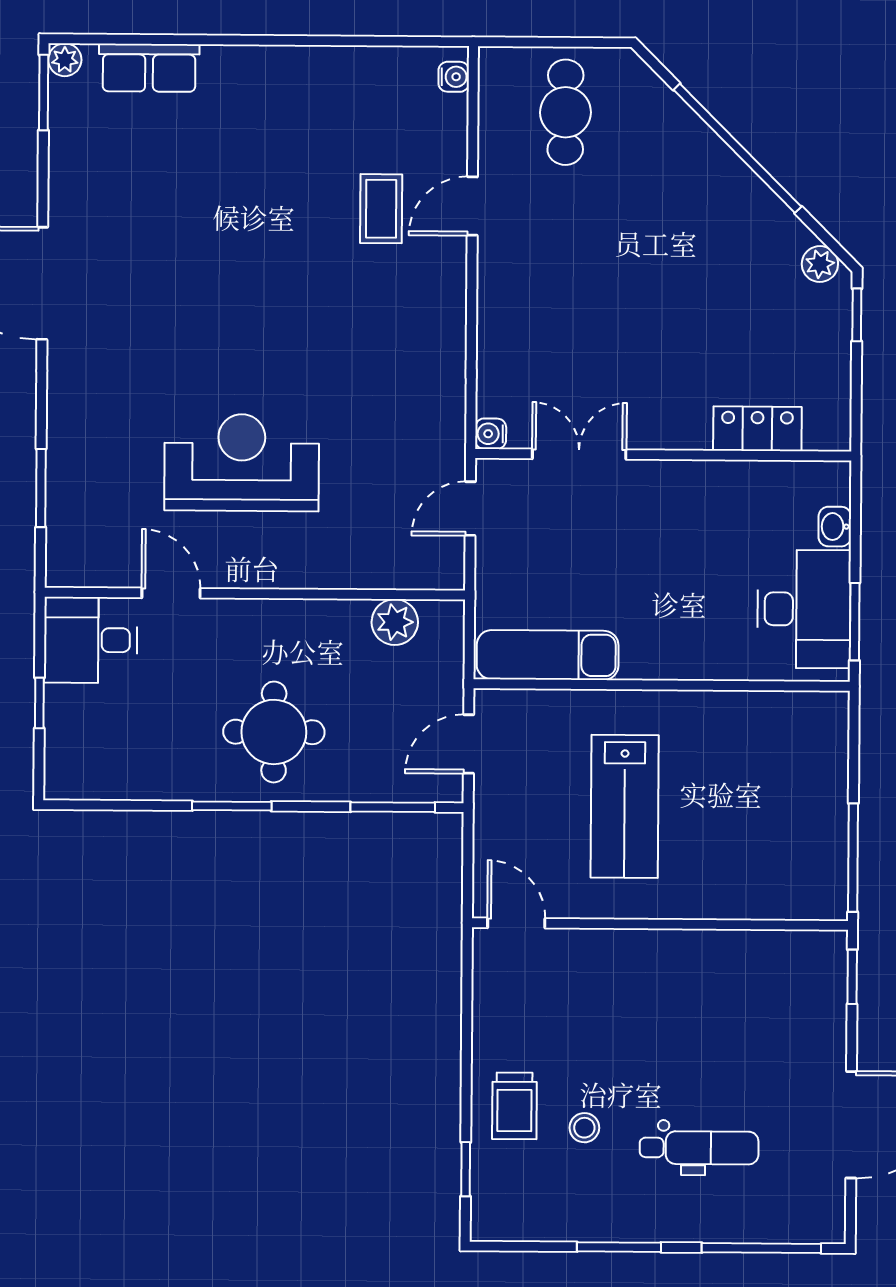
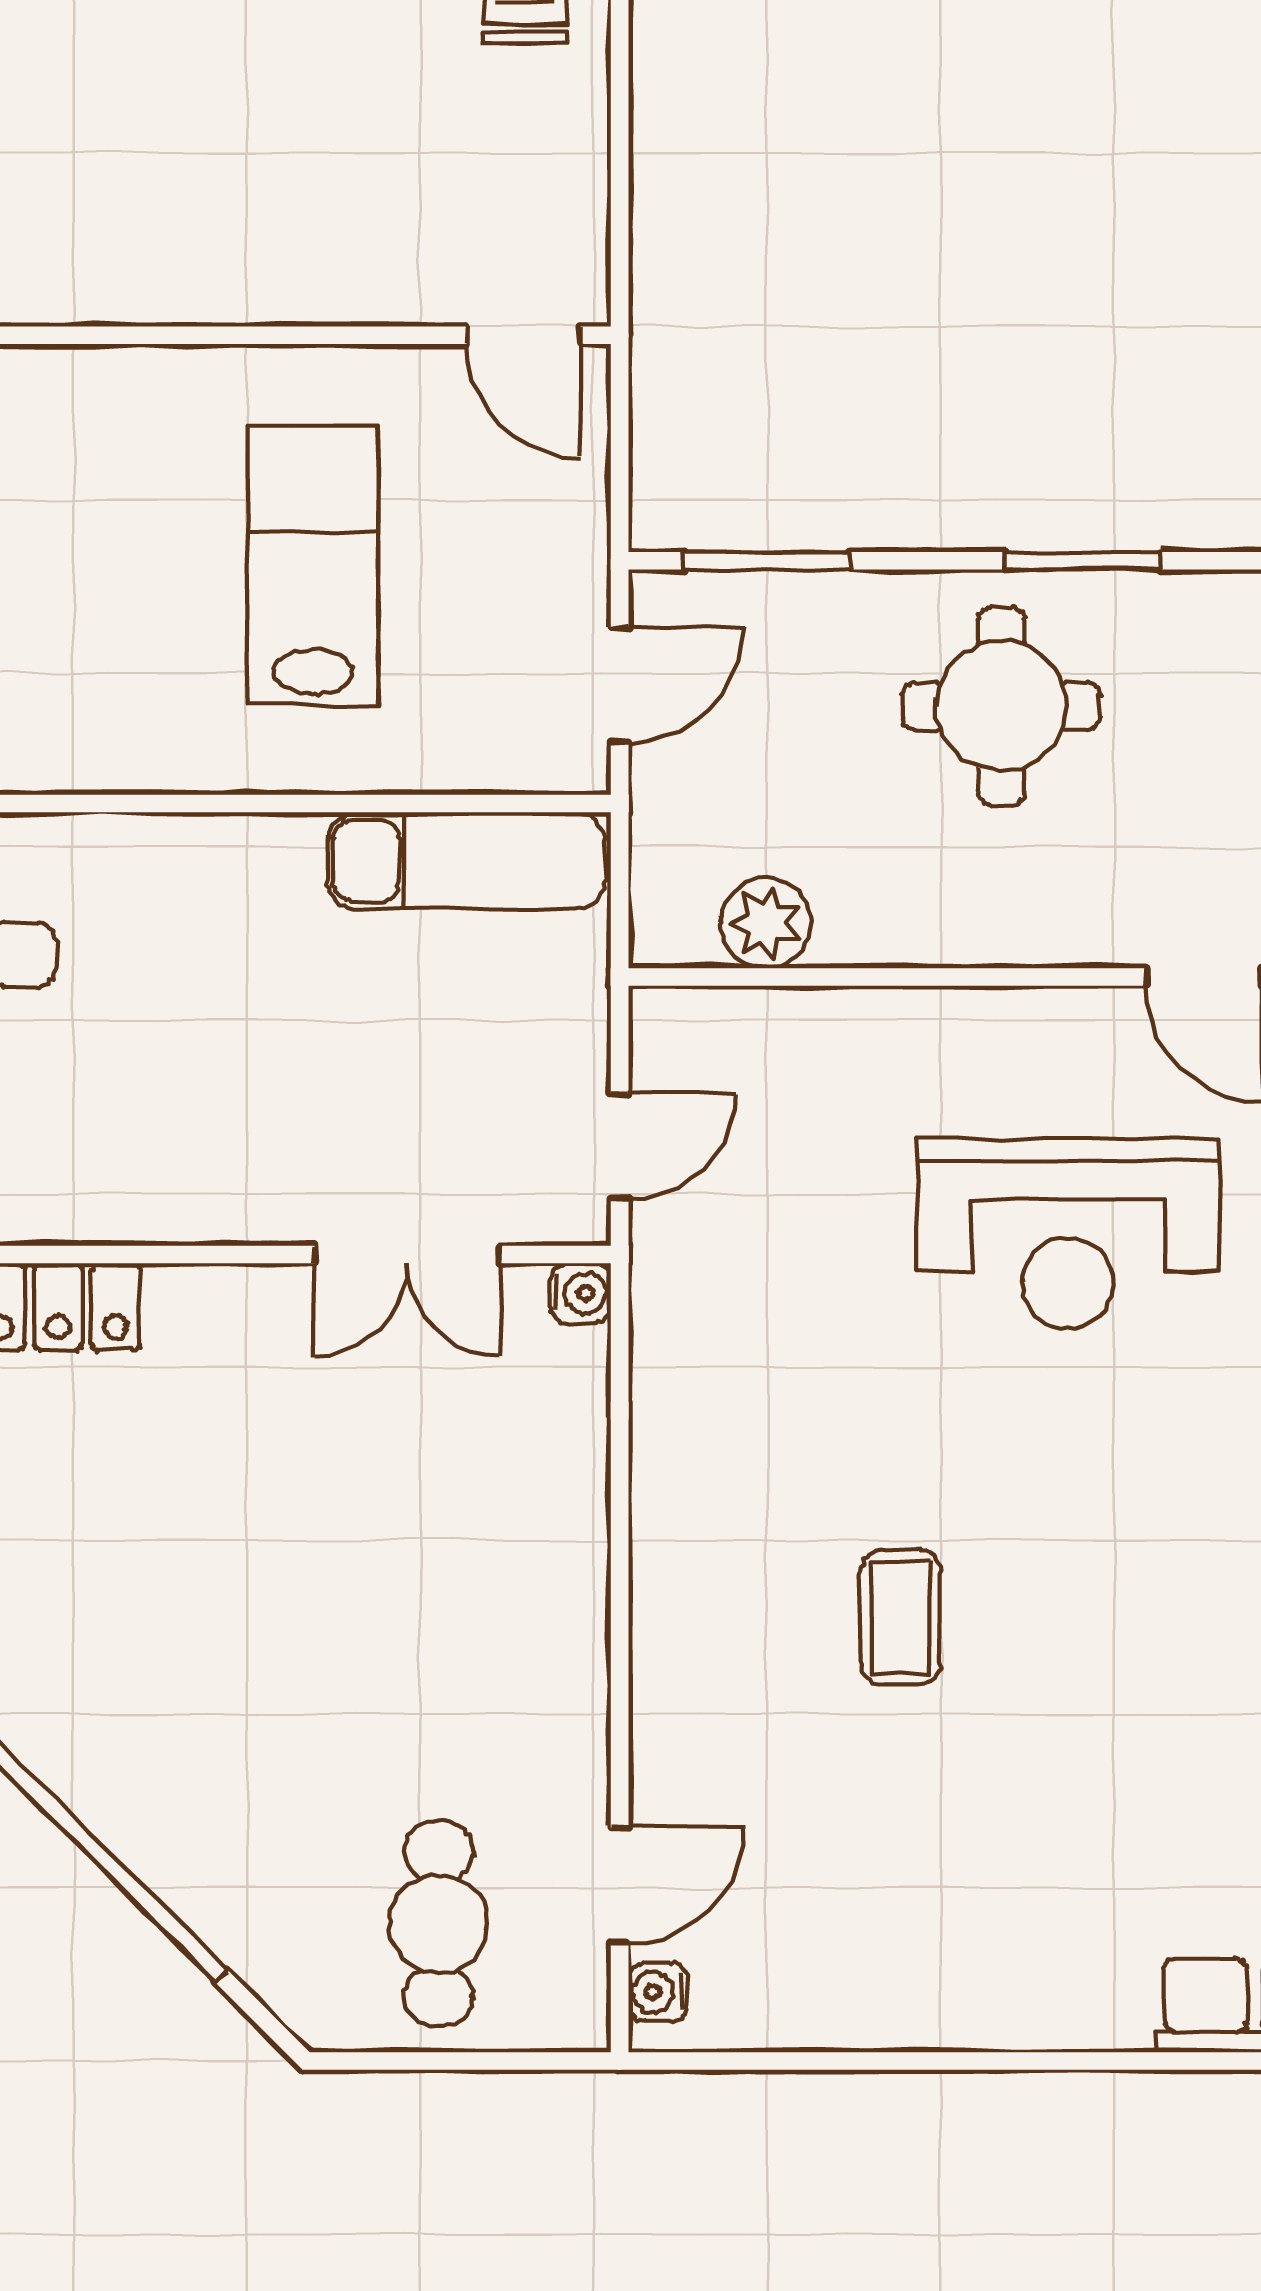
door: (472, 206) -> (620, 1885), moved
coffee table: (381, 209) -> (900, 1617), moved

